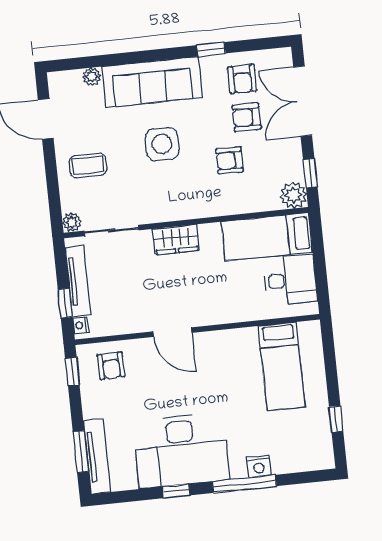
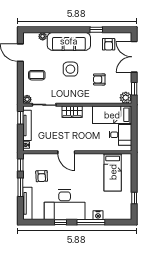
armchair: (247, 117) -> (109, 61), removed
window: (65, 303) -> (20, 118), moved
armchair: (111, 366) -> (42, 176), moved
window: (81, 452) -> (20, 187), moved

